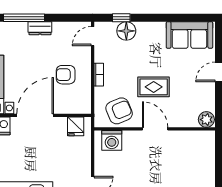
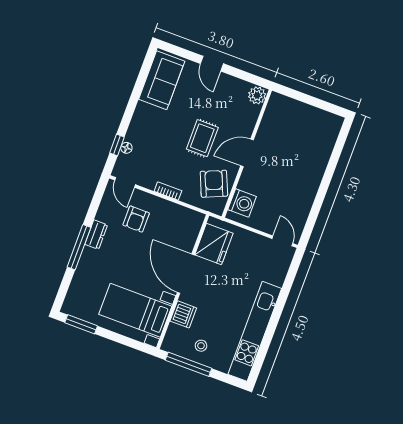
floor lamp: (126, 31) -> (126, 148), width x0.53, depth x0.53
armchair: (66, 75) -> (136, 219), moved
fridge: (76, 126) -> (214, 244), width x1.88, depth x1.34

